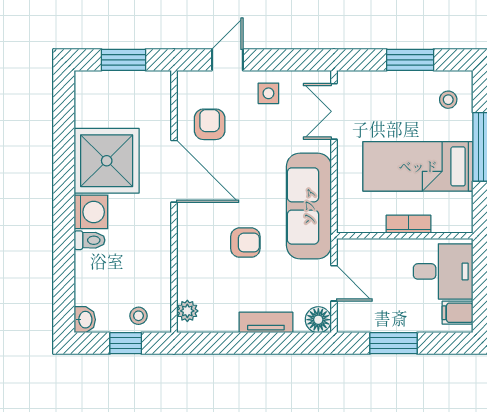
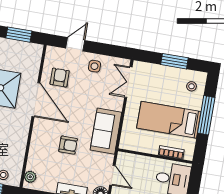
sofa: (309, 206) -> (106, 131), width x0.73
bookcase: (409, 224) -> (171, 152), moved

